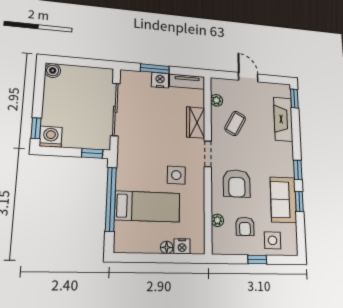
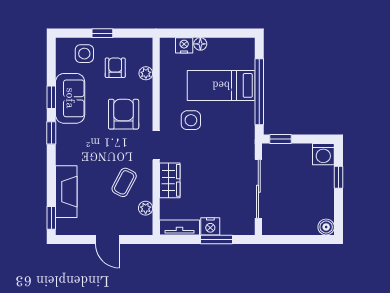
window: (36, 128) -> (339, 177), moved

